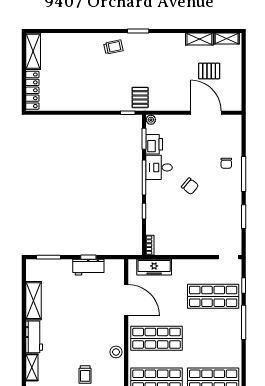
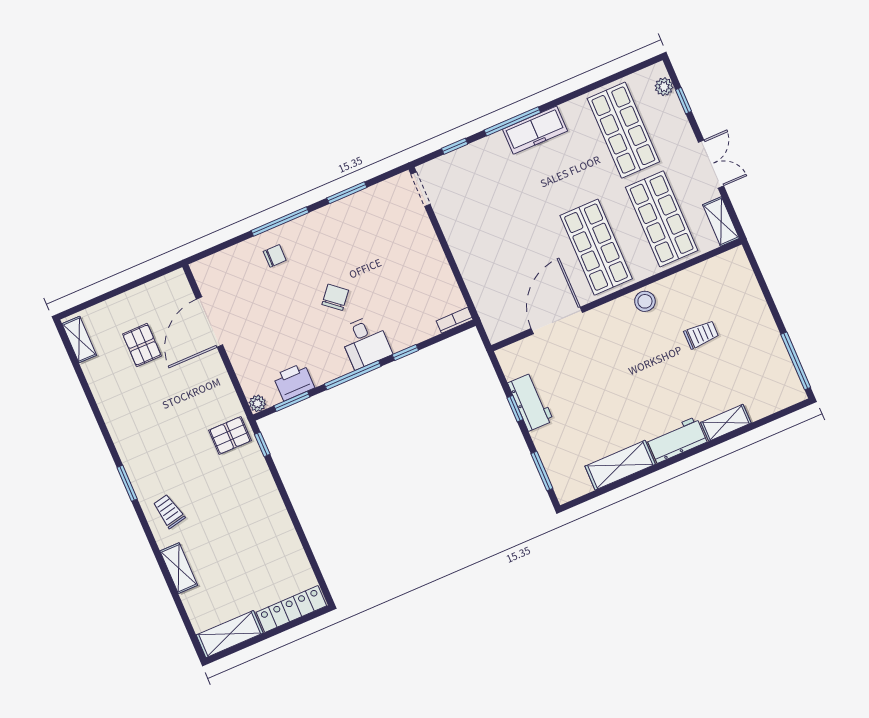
shelving: (199, 39) -> (179, 568), moved
desk: (159, 167) -> (365, 342), moved
freezer: (154, 267) -> (535, 130), moved, turned 90
shop shelf: (213, 296) -> (492, 187), removed

